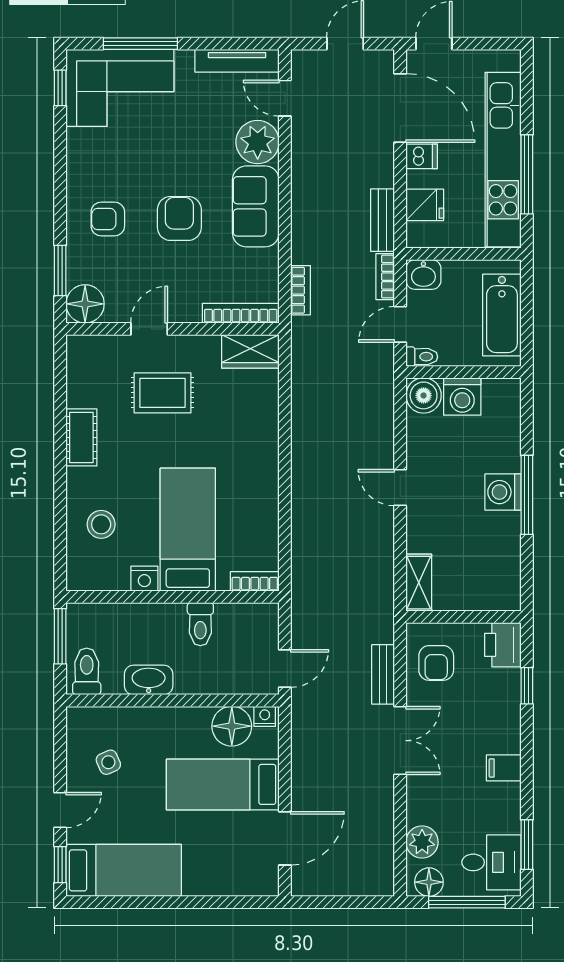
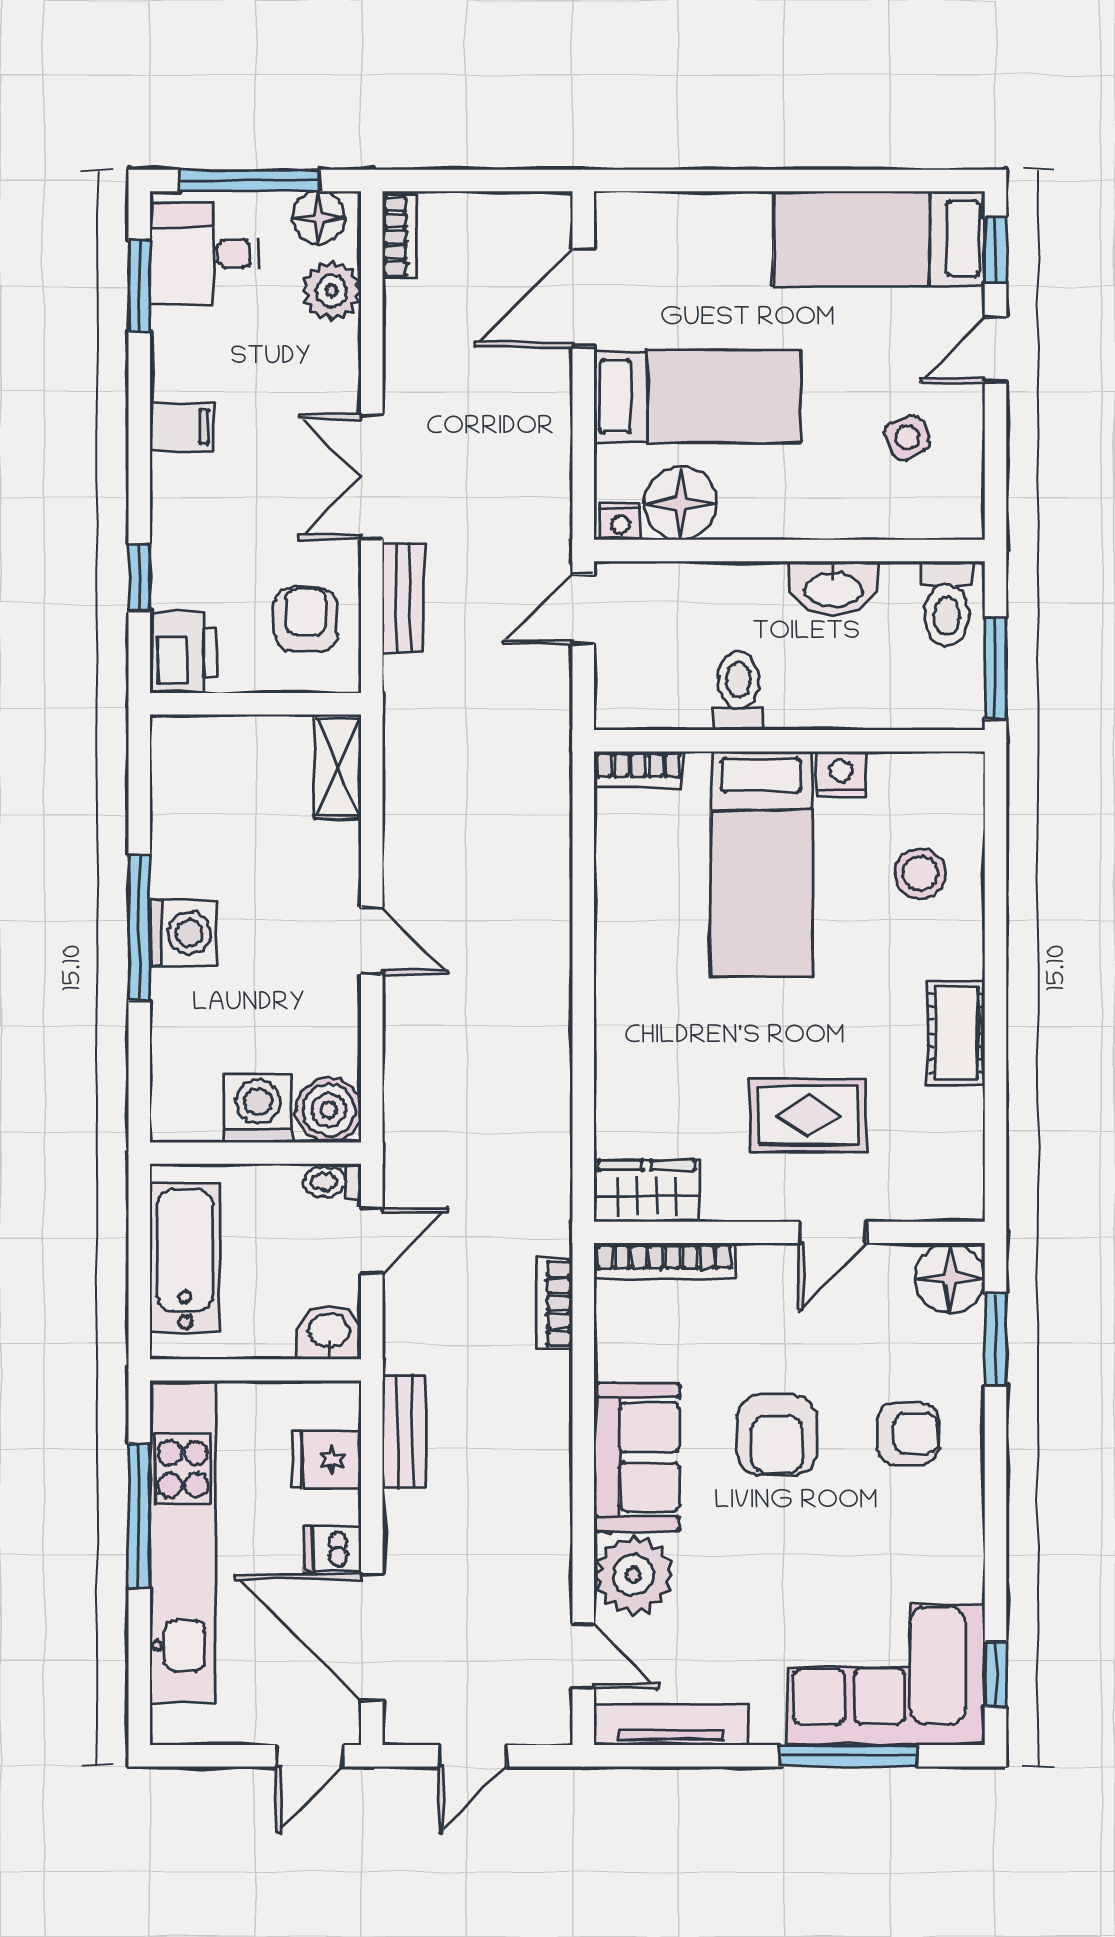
bookcase: (385, 277) -> (399, 236), moved

